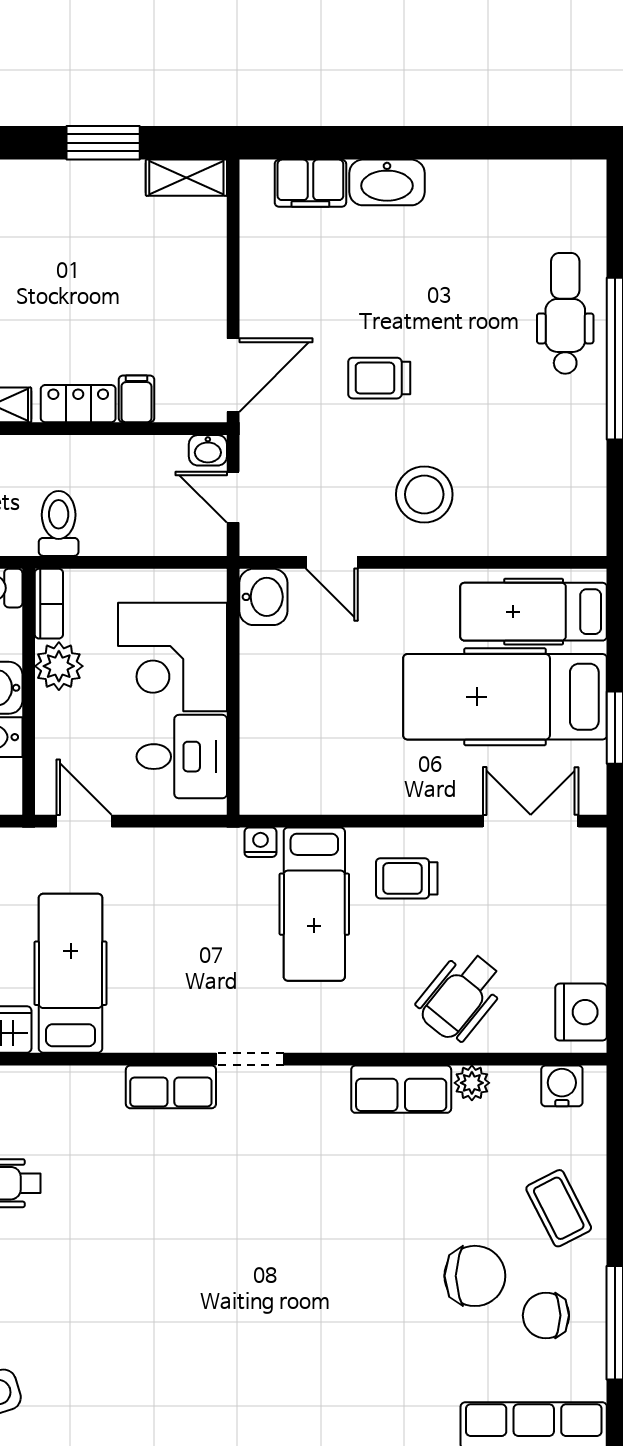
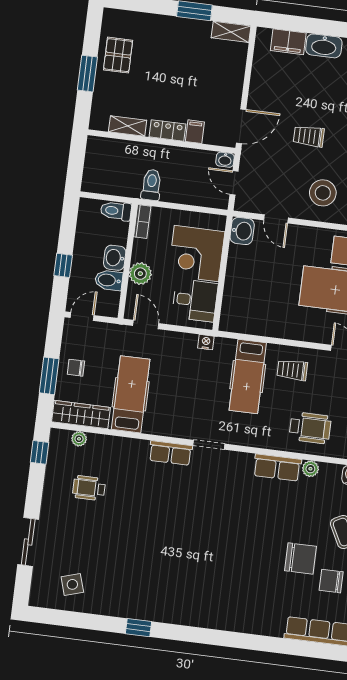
plant: (59, 666) -> (140, 274), moved
nightstand: (260, 842) -> (206, 342), moved
wheelchair: (460, 996) -> (310, 428), turned -129

